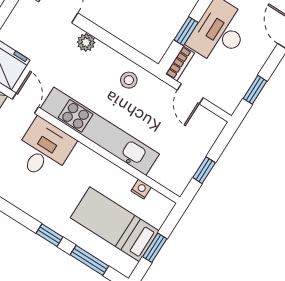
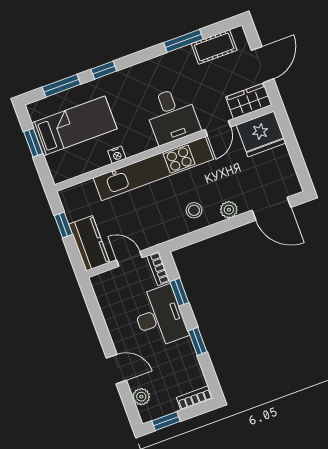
stool: (129, 80) -> (194, 210), moved
window: (255, 90) -> (95, 310), removed
door: (25, 103) -> (218, 128), hinge flipped
kitchen counter: (203, 137) -> (89, 243), added
nightstand: (141, 189) -> (117, 155), moved

